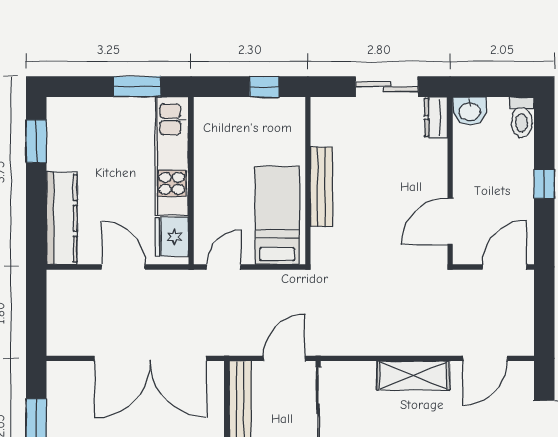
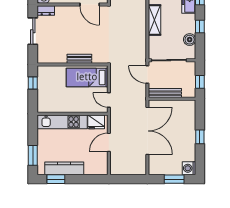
window: (137, 87) -> (33, 155), moved
bench: (322, 187) -> (79, 59), width x0.73
kitchen counter: (62, 218) -> (64, 168), moved

